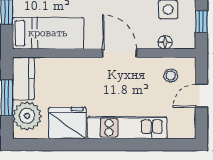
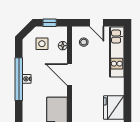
door: (120, 53) -> (69, 74), hinge flipped
kitchen unit: (127, 128) -> (117, 52), moved

